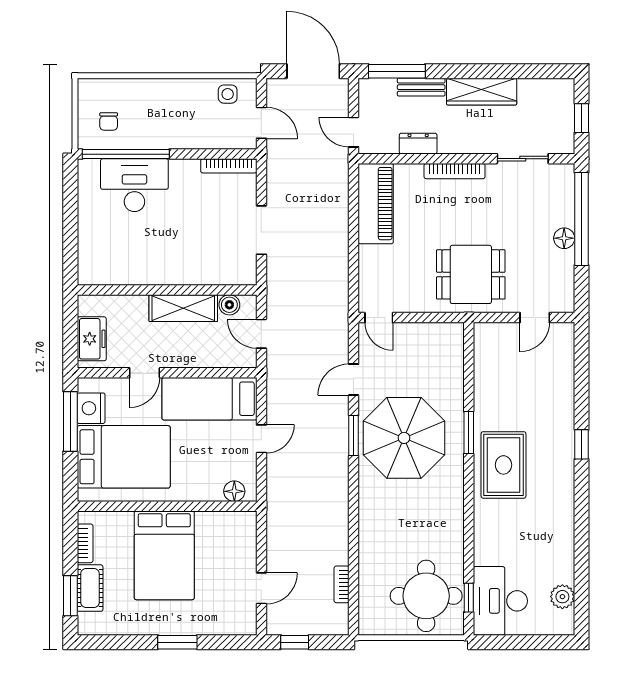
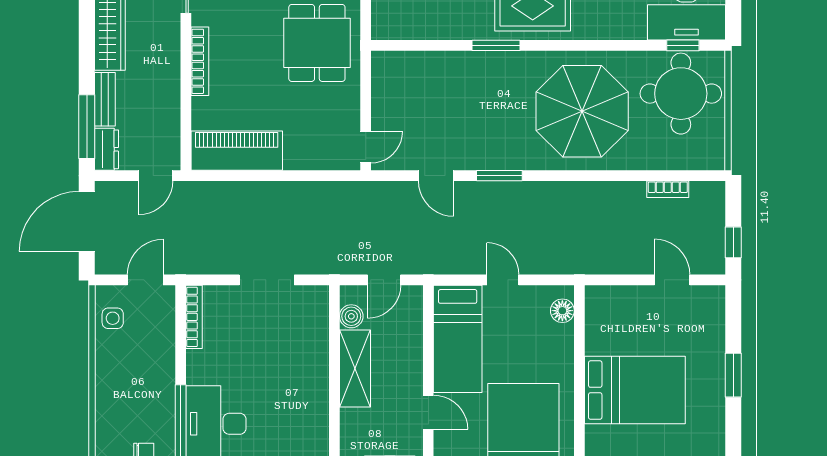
dresser: (418, 144) -> (107, 149), moved, turned 180
parasol: (404, 438) -> (582, 111), moved

